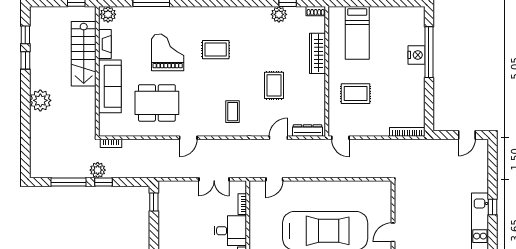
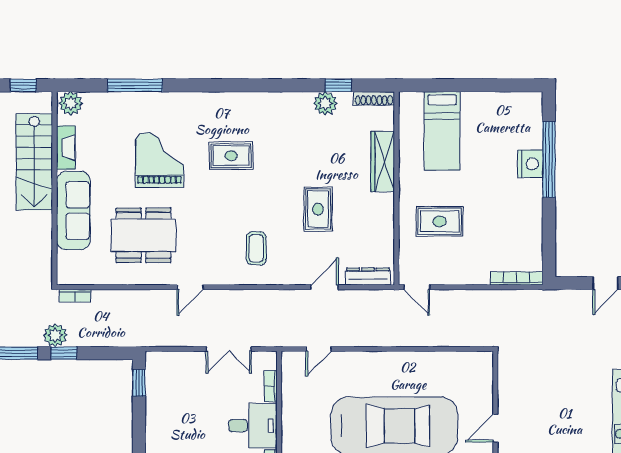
shoe rack: (316, 11) -> (374, 98), width x1.43

